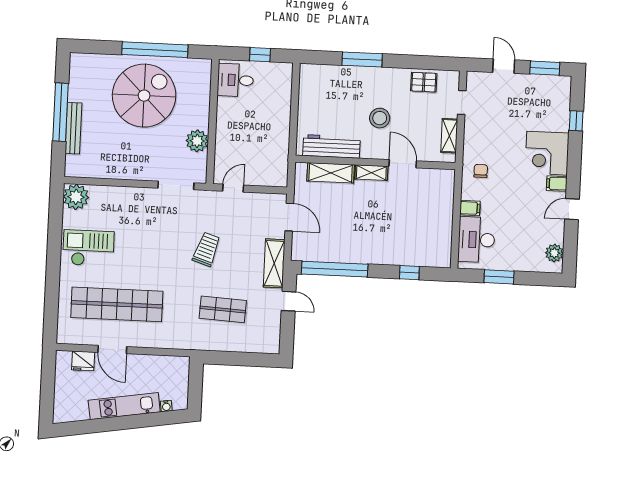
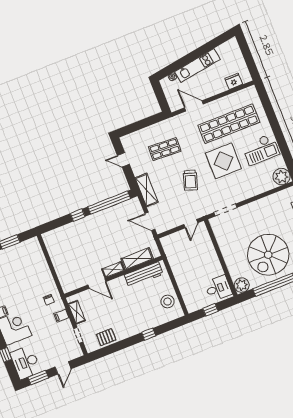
window: (362, 59) -> (149, 334), width x0.46
door: (504, 66) -> (63, 368), hinge flipped
stool: (380, 118) -> (167, 302), moved
plant: (197, 141) -> (242, 285), moved
filing cabinet: (470, 208) -> (61, 316), moved
desk: (476, 240) -> (25, 362), moved, turned 180
display table: (148, 256) -> (223, 161), added
window: (409, 273) -> (78, 215), moved
door: (289, 301) -> (123, 160), moved
door: (112, 350) -> (194, 106), moved

